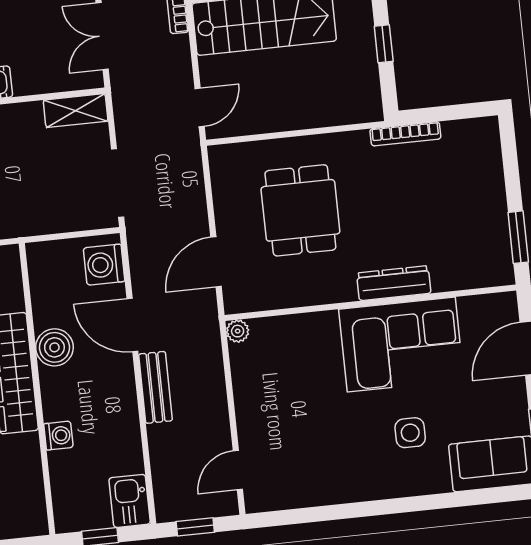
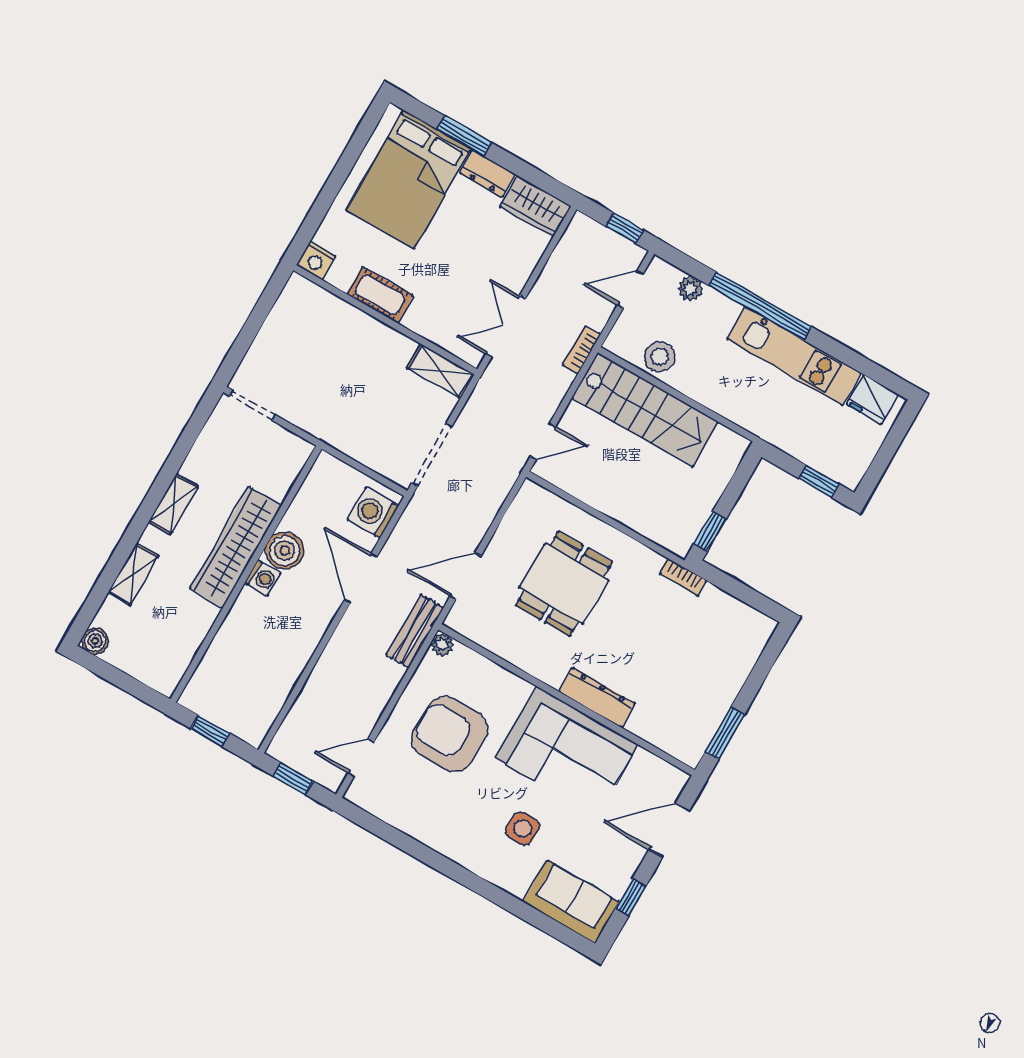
window: (384, 44) -> (710, 532), moved
bookcase: (405, 134) -> (683, 577), width x0.64
bench: (155, 387) -> (415, 631), moved
armchair: (296, 399) -> (450, 734), added
washing machine: (58, 436) -> (263, 578), moved
kitchen sink: (130, 501) -> (255, 719), removed

